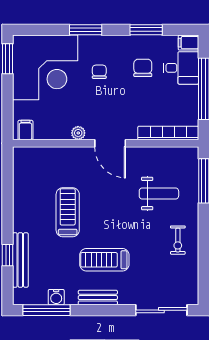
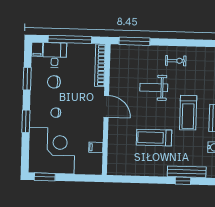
filing cabinet: (25, 130) -> (96, 147), moved
plant: (78, 133) -> (98, 129), removed
door: (110, 143) -> (106, 106), hinge flipped
weight bench: (159, 194) -> (154, 88), moved, turned -90

